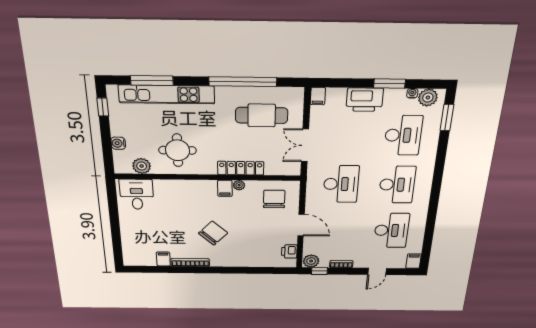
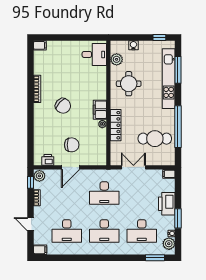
cafe table: (262, 115) -> (155, 139), turned 90
filing cabinet: (225, 188) -> (100, 110), width x2.00
chair: (274, 199) -> (72, 145), moved
filing cabinet: (163, 259) -> (40, 45), moved

